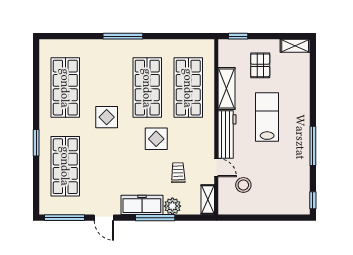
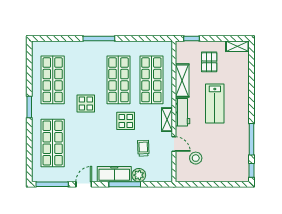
lab bench: (267, 117) -> (215, 103), turned 180
workbench: (227, 134) -> (183, 112), width x0.73
window: (36, 143) -> (29, 107), moved
window: (313, 146) -> (252, 139), moved
shelving: (208, 200) -> (167, 120), moved
door: (104, 218) -> (84, 184), swing flipped

